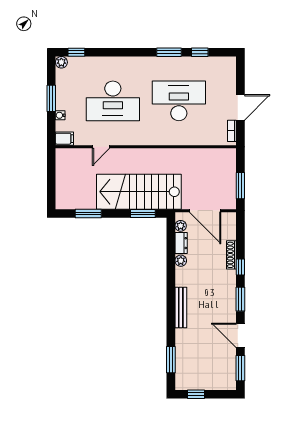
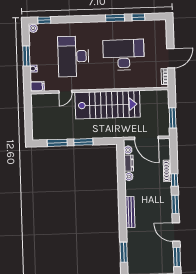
desk: (113, 101) -> (73, 56), turned 90
stairs: (139, 192) -> (108, 105), moved, turned 180
window: (143, 213) -> (83, 142), moved

